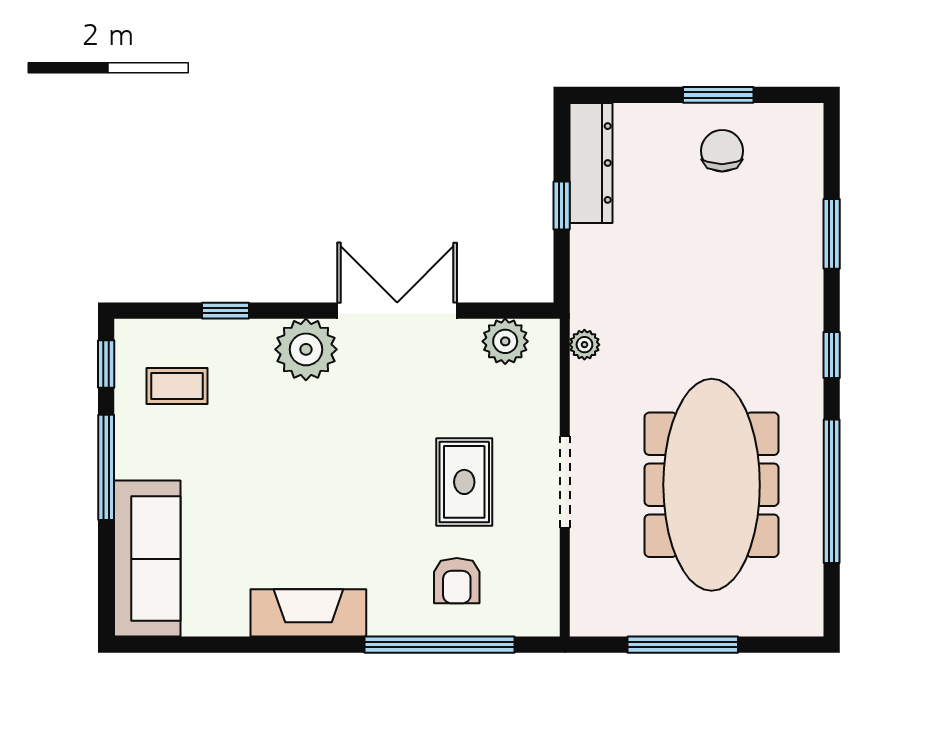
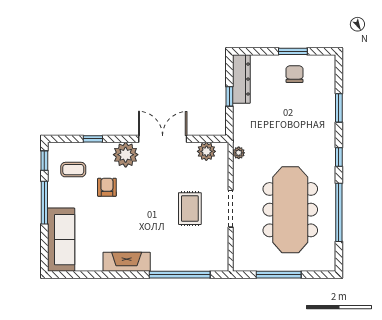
armchair: (457, 581) -> (107, 187), moved, turned 180

